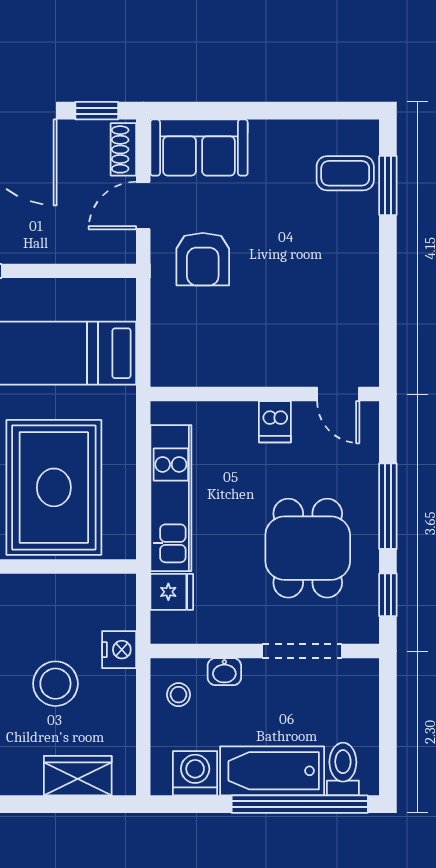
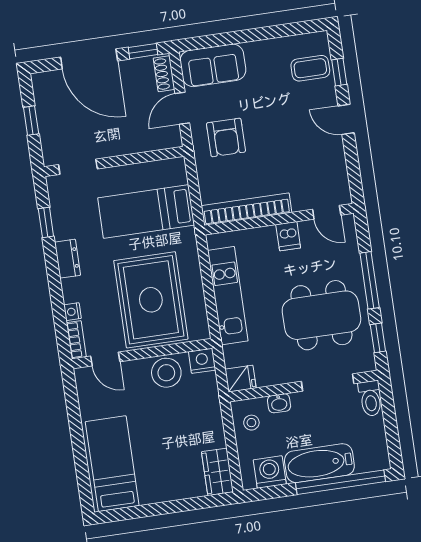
window: (388, 186) -> (339, 72), width x0.67
door: (388, 258) -> (346, 119), added
bookcase: (218, 372) -> (246, 209), added
dining table: (308, 548) -> (321, 315), width x1.38
fridge: (172, 592) -> (241, 379), moved
nightstand: (119, 650) -> (202, 361), moved, turned -90
stool: (55, 684) -> (166, 373), moved
toilet: (343, 769) -> (370, 398), moved, turned 180
wardrobe: (78, 776) -> (218, 472), moved, turned -90

